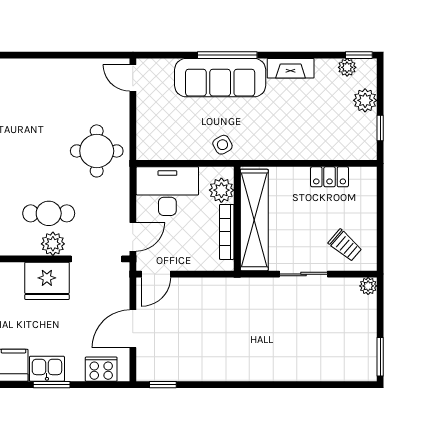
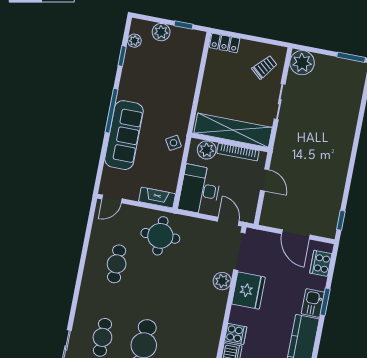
window: (227, 55) -> (112, 111), moved
window: (359, 55) -> (122, 56), moved
fireplace: (291, 68) -> (157, 198), moved, turned -90
locker: (330, 177) -> (225, 43), moved, turned 90
cafe table: (49, 213) -> (117, 264), moved
door: (156, 274) -> (265, 180), moved
plant: (368, 286) -> (302, 63), width x1.87, depth x1.87

